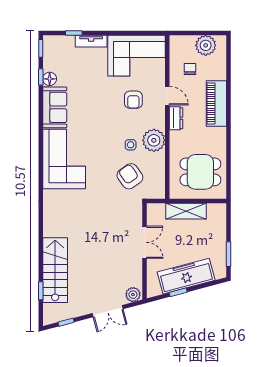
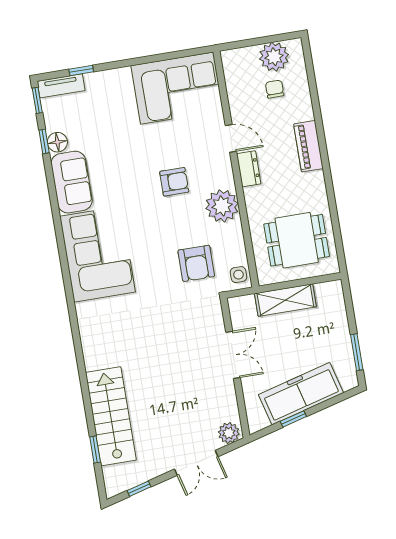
tv unit: (91, 41) -> (61, 86), moved
chair: (190, 69) -> (275, 89), moved
armchair: (133, 100) -> (174, 182), moved, turned -90
piano: (216, 104) -> (308, 146), width x0.73, depth x0.75
side table: (131, 145) -> (238, 275), moved
armchair: (130, 176) -> (196, 263), turned -145

